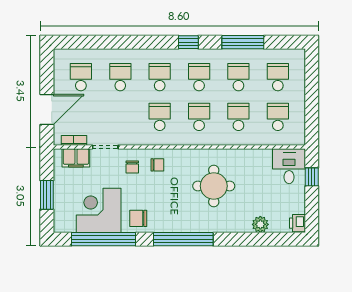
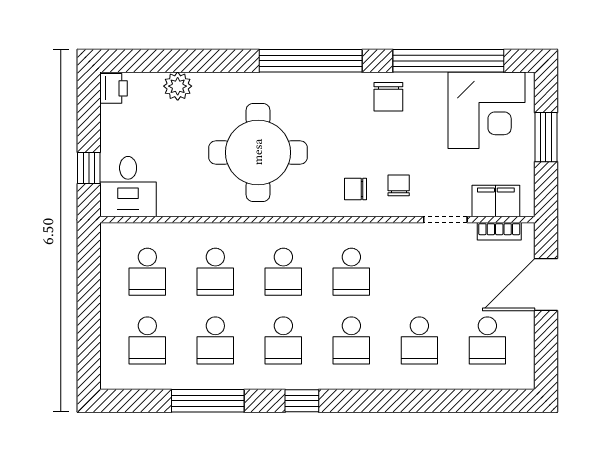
round table: (214, 186) -> (258, 152), width x1.36, depth x1.36
corner desk: (99, 210) -> (487, 110), moved
chair: (138, 218) -> (388, 97), turned 90

